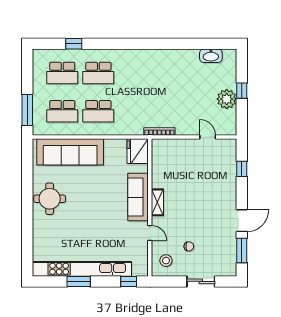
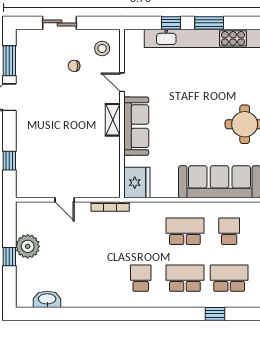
school desk: (134, 73) -> (141, 278), added
school desk: (62, 111) -> (229, 231), width x0.54
door: (208, 137) -> (65, 200), moved
window: (129, 281) -> (171, 23), moved

